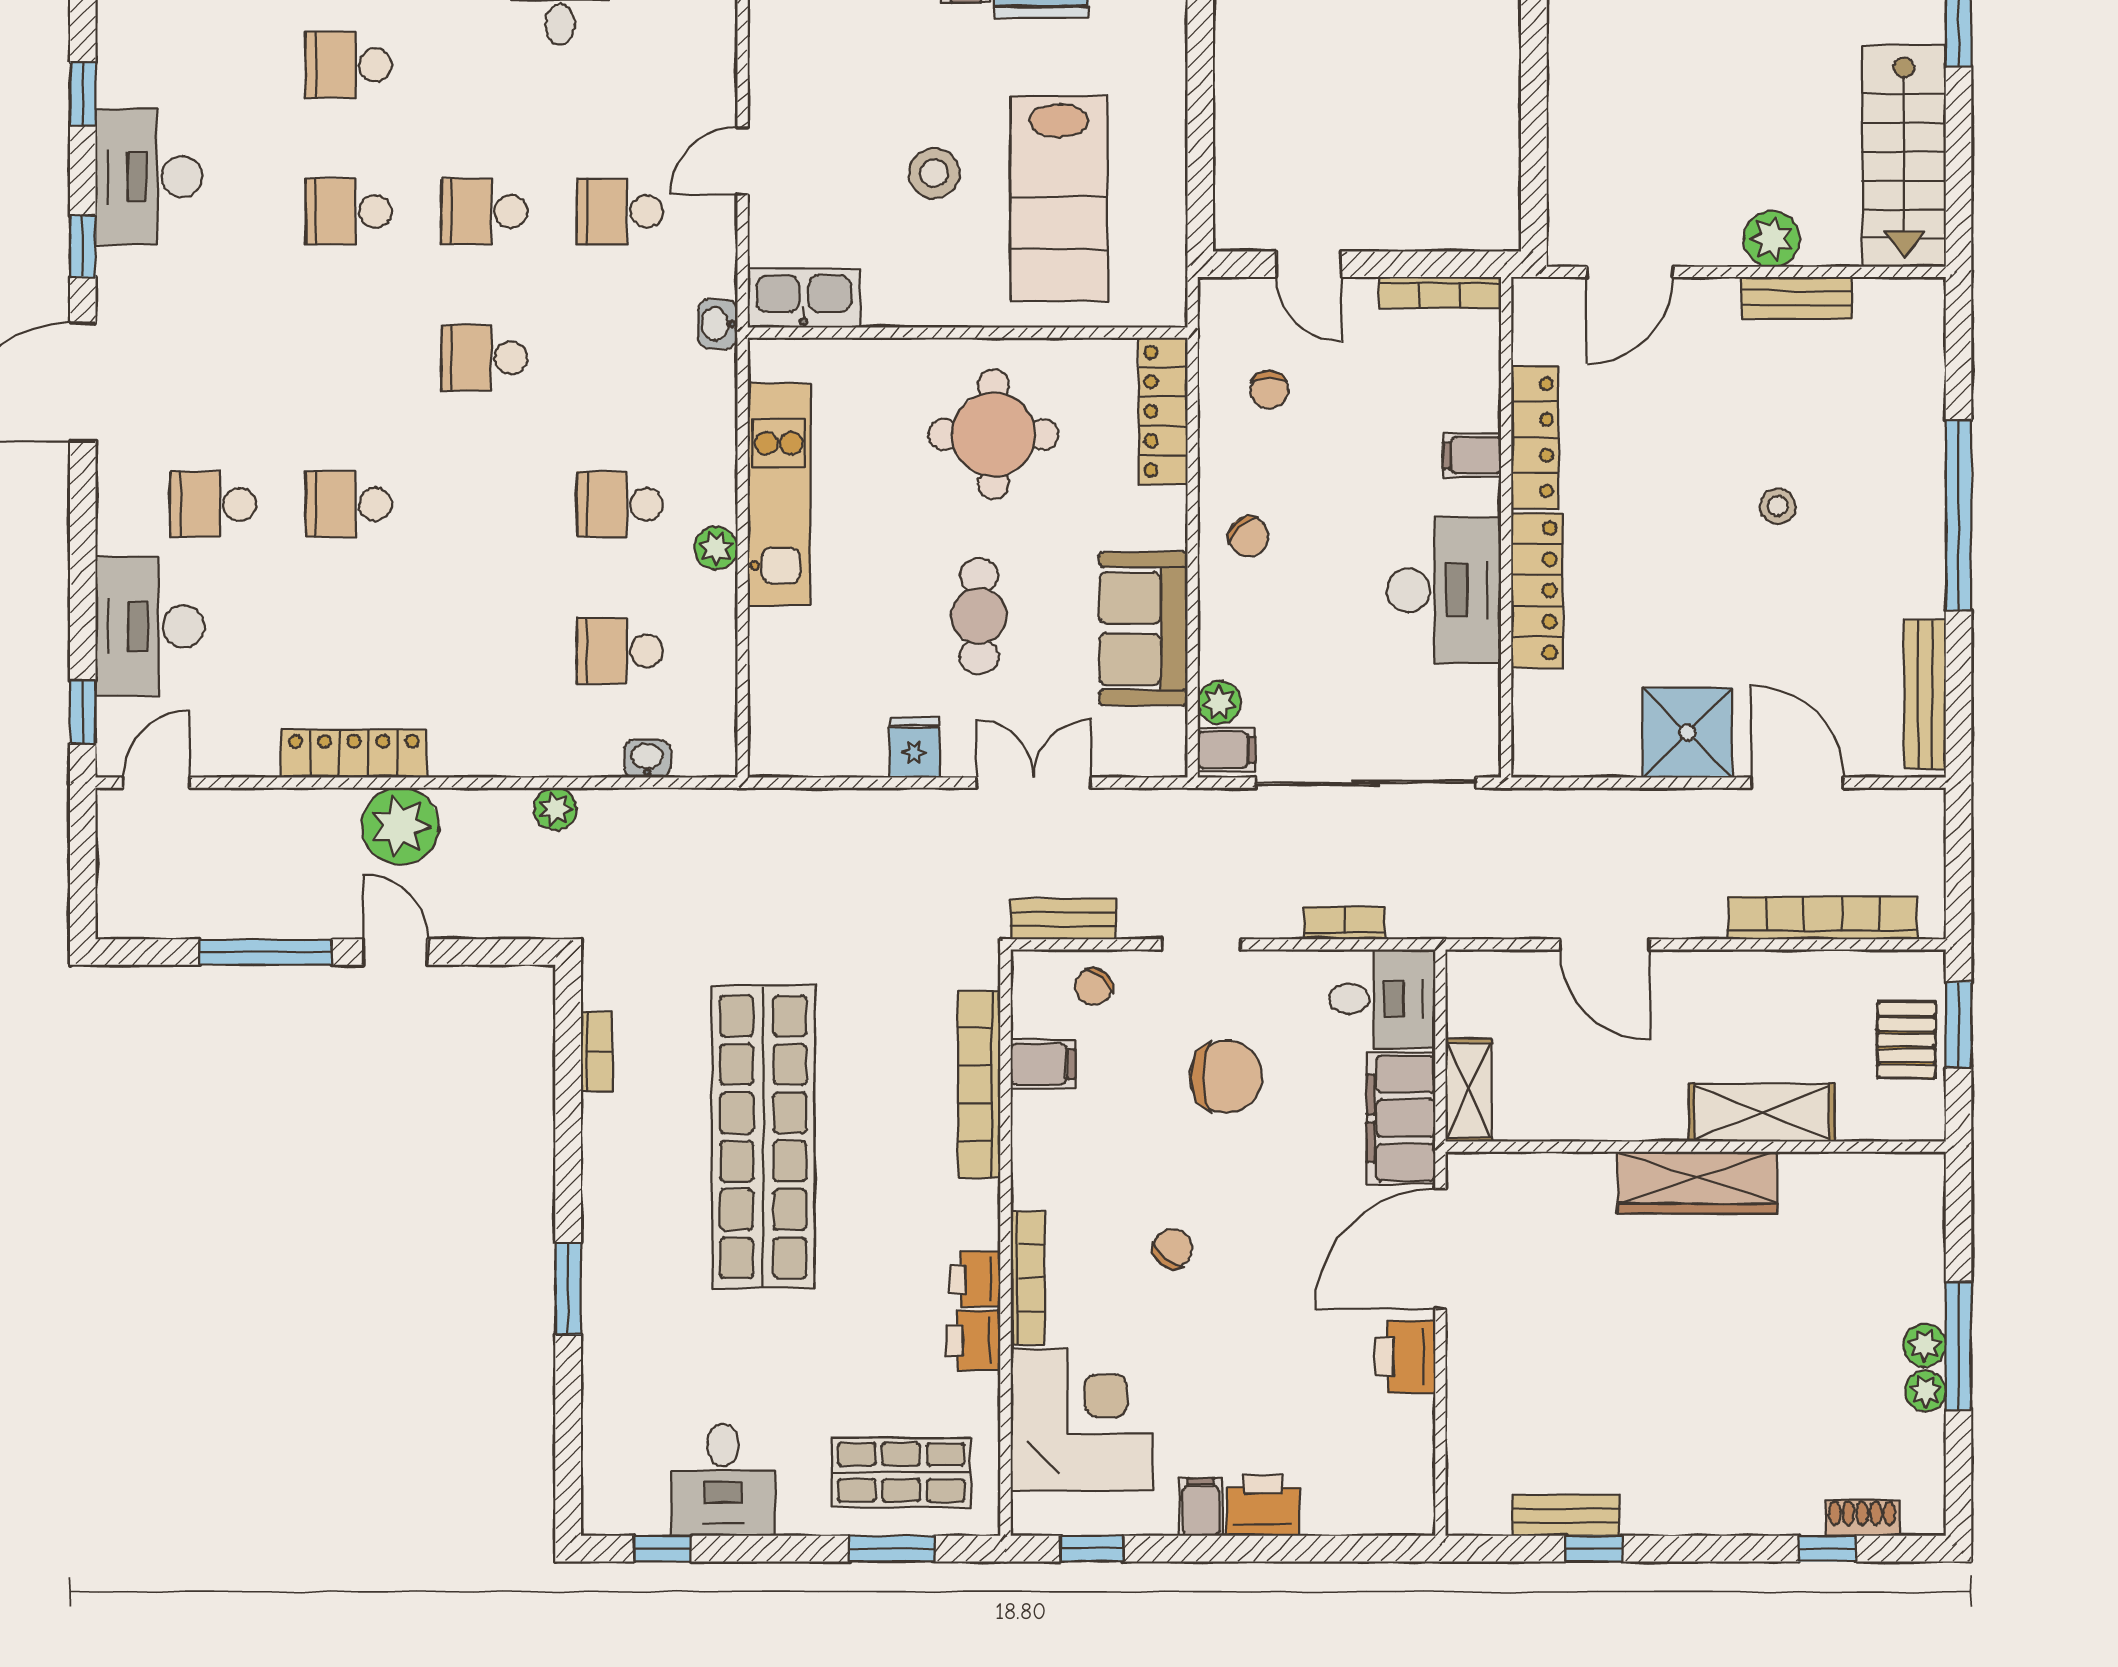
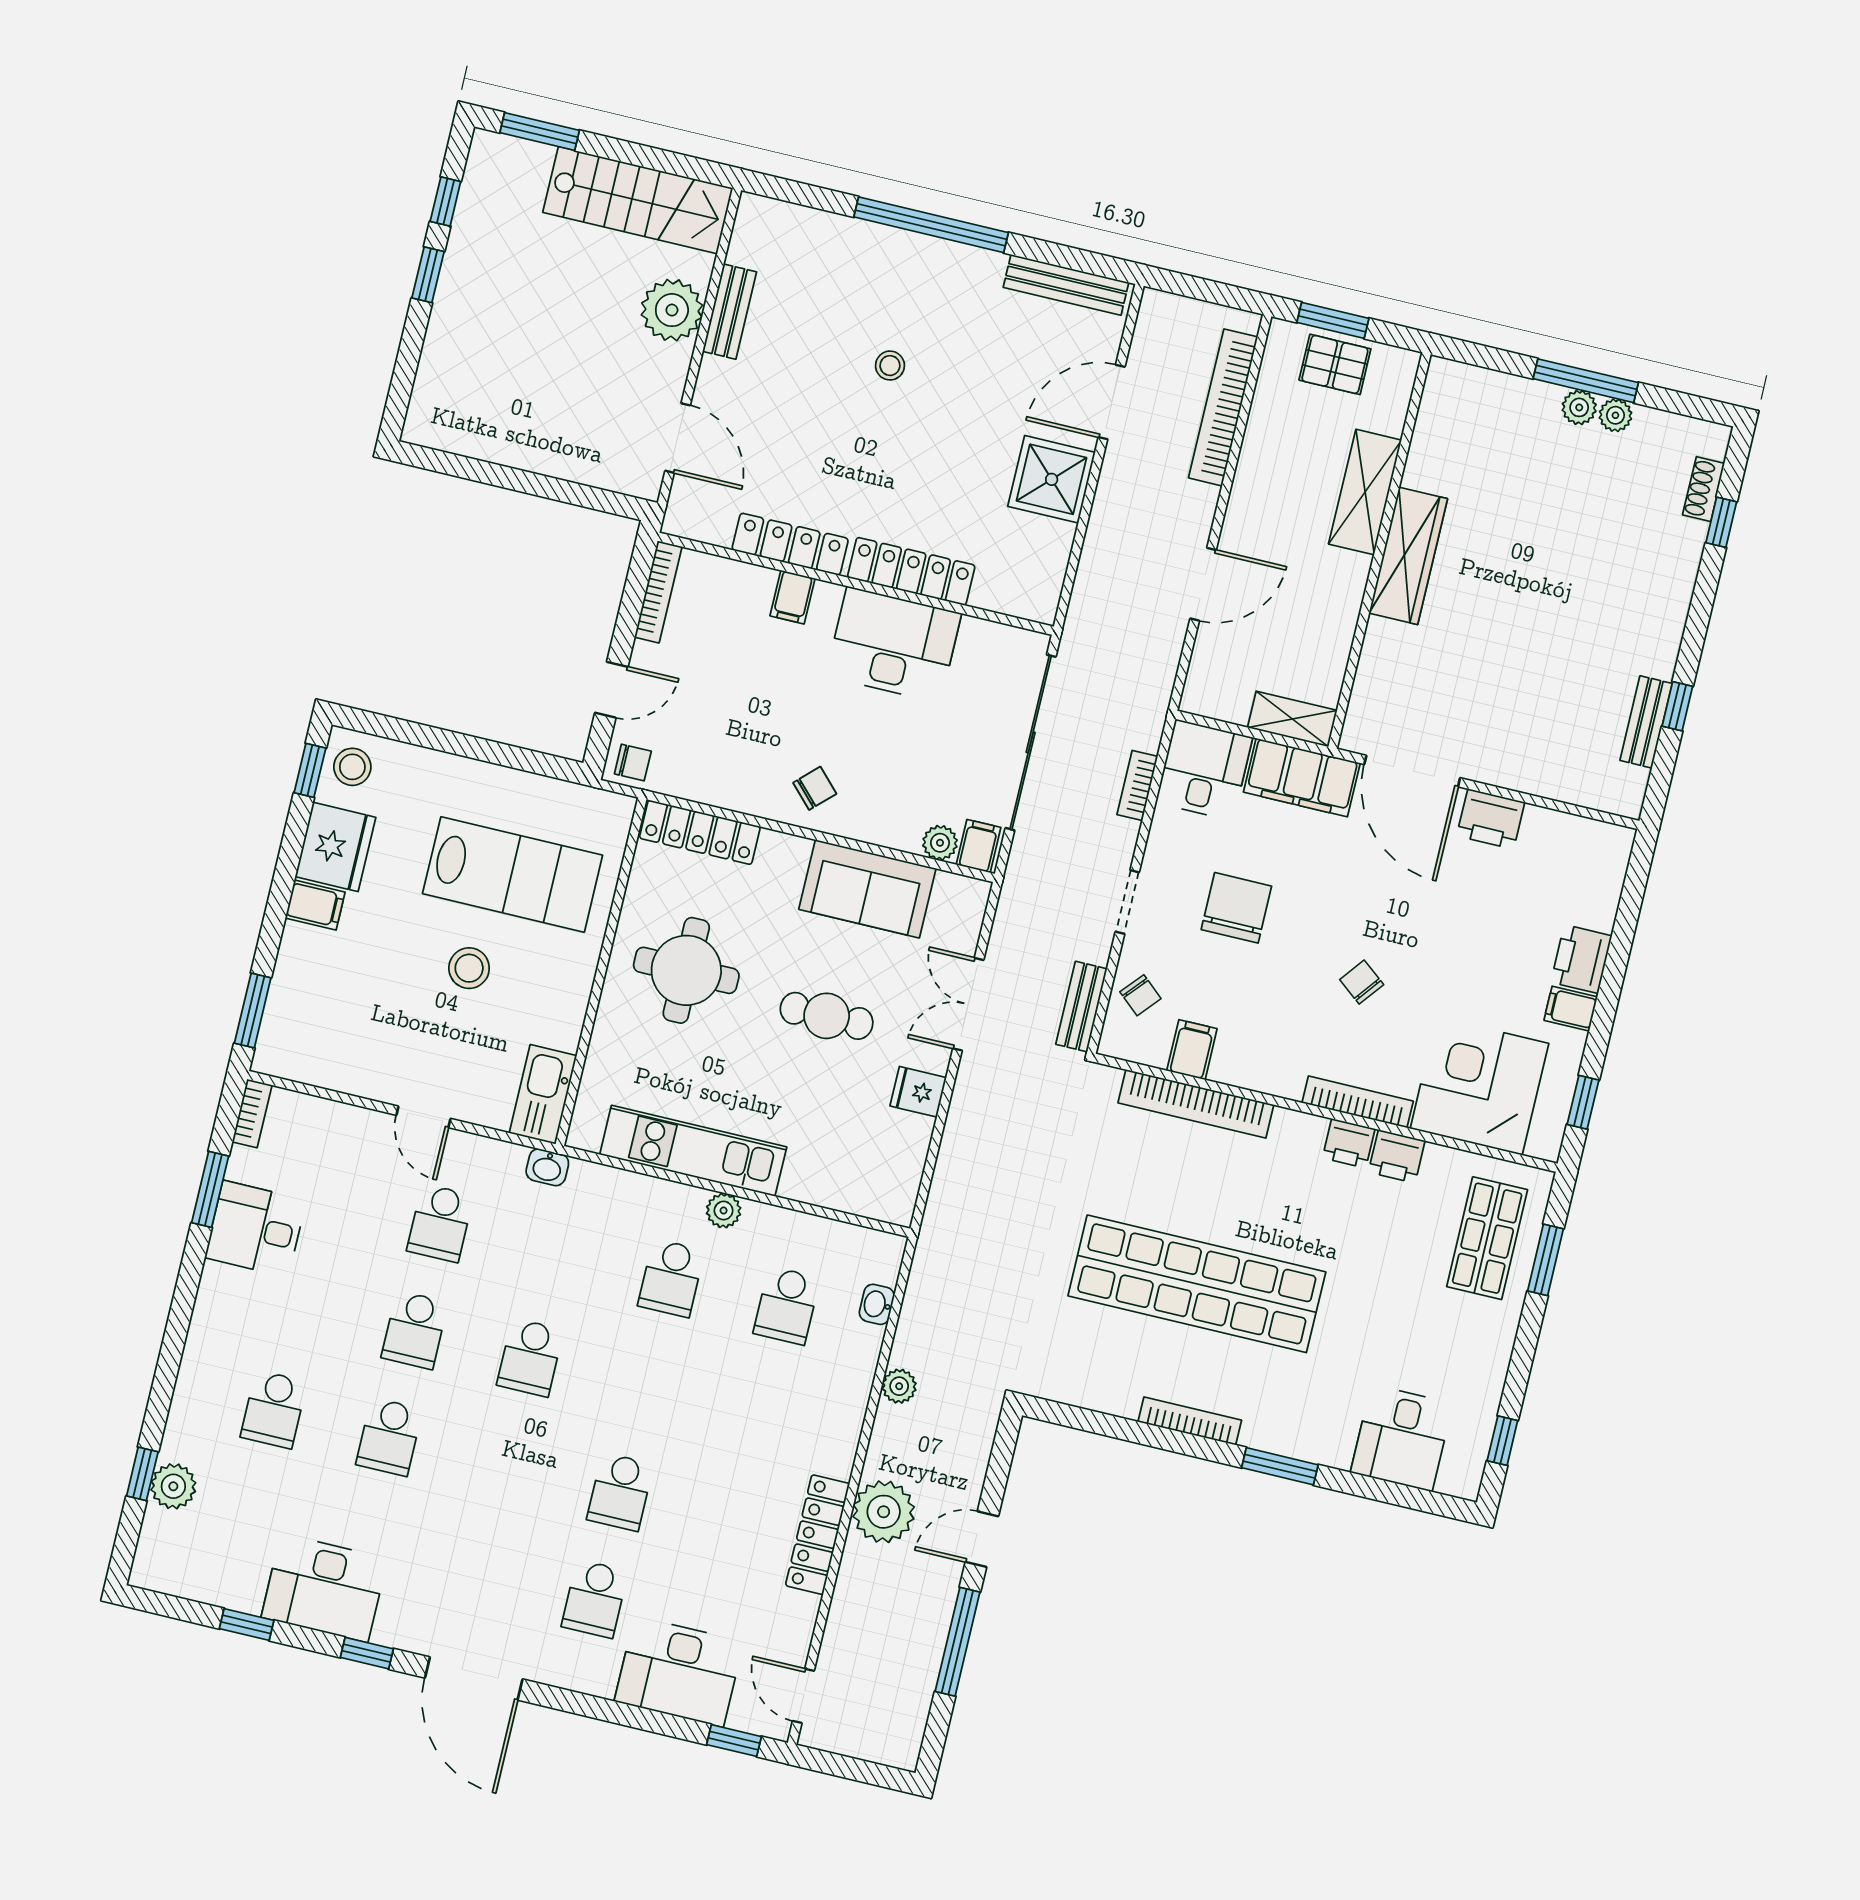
plant: (1772, 239) -> (672, 310), width x1.36, depth x1.36
chair: (1269, 390) -> (633, 763), moved
bookcase: (597, 1052) -> (1190, 1421), moved, width x1.56
desk: (723, 1480) -> (1402, 1438), moved, turned 90

